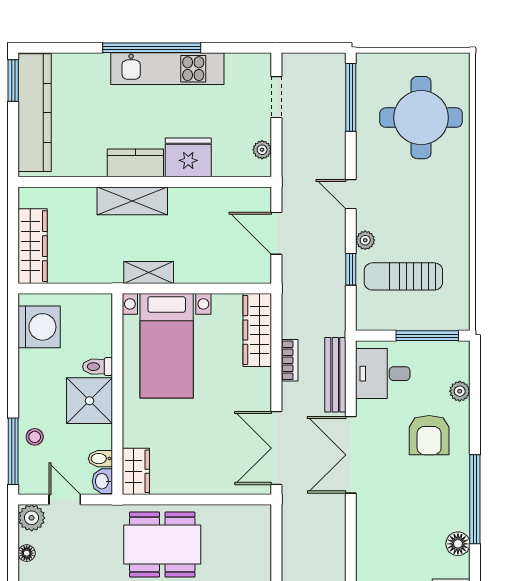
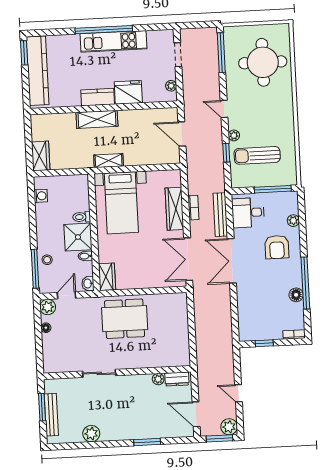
wardrobe: (33, 246) -> (41, 156), width x0.67
washing machine: (39, 327) -> (41, 196), width x0.53, depth x0.53
wardrobe: (257, 330) -> (174, 209), moved
bidet: (100, 459) -> (85, 256), moved
door: (65, 500) -> (66, 295), hinge flipped
floor lamp: (458, 544) -> (296, 295), moved

